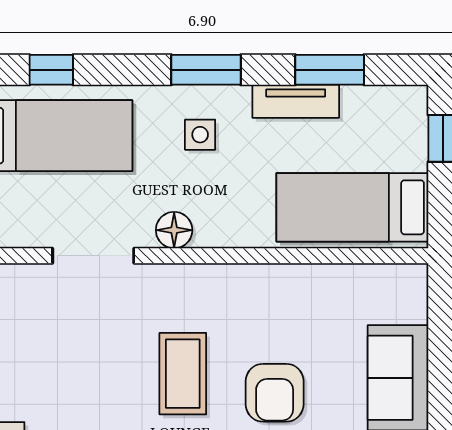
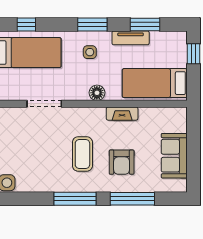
floor lamp: (174, 230) -> (97, 93), moved
fireplace: (276, 279) -> (122, 114), added

